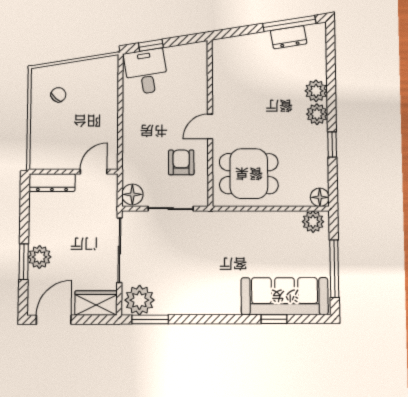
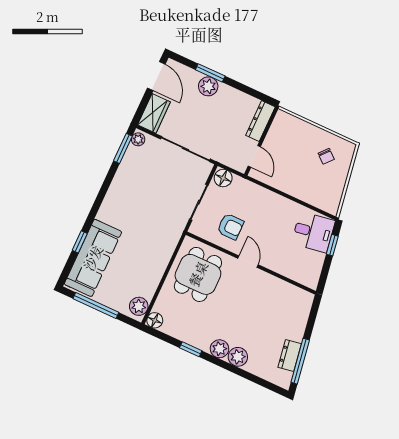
plant: (139, 300) -> (138, 139), width x0.53, depth x0.53

